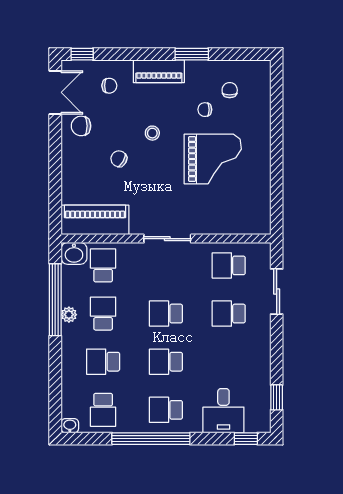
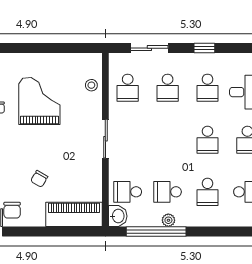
stool: (152, 133) -> (91, 85), moved
piano: (95, 220) -> (74, 214), moved, turned 90
school desk: (166, 314) -> (207, 88), moved
window: (277, 397) -> (204, 48), moved

